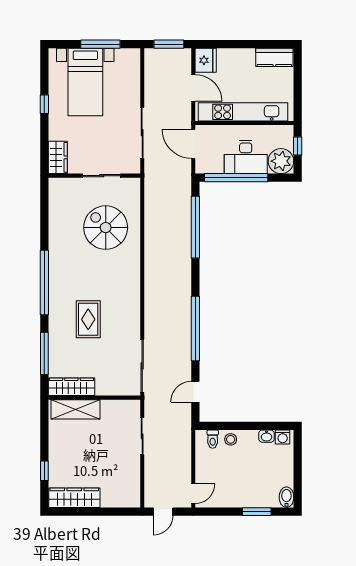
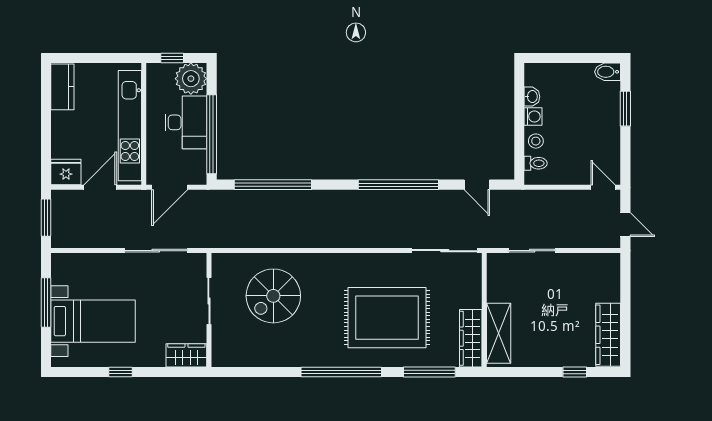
rug: (88, 319) -> (387, 318), width x1.86, depth x2.06
washing machine: (283, 437) -> (533, 116), moved

